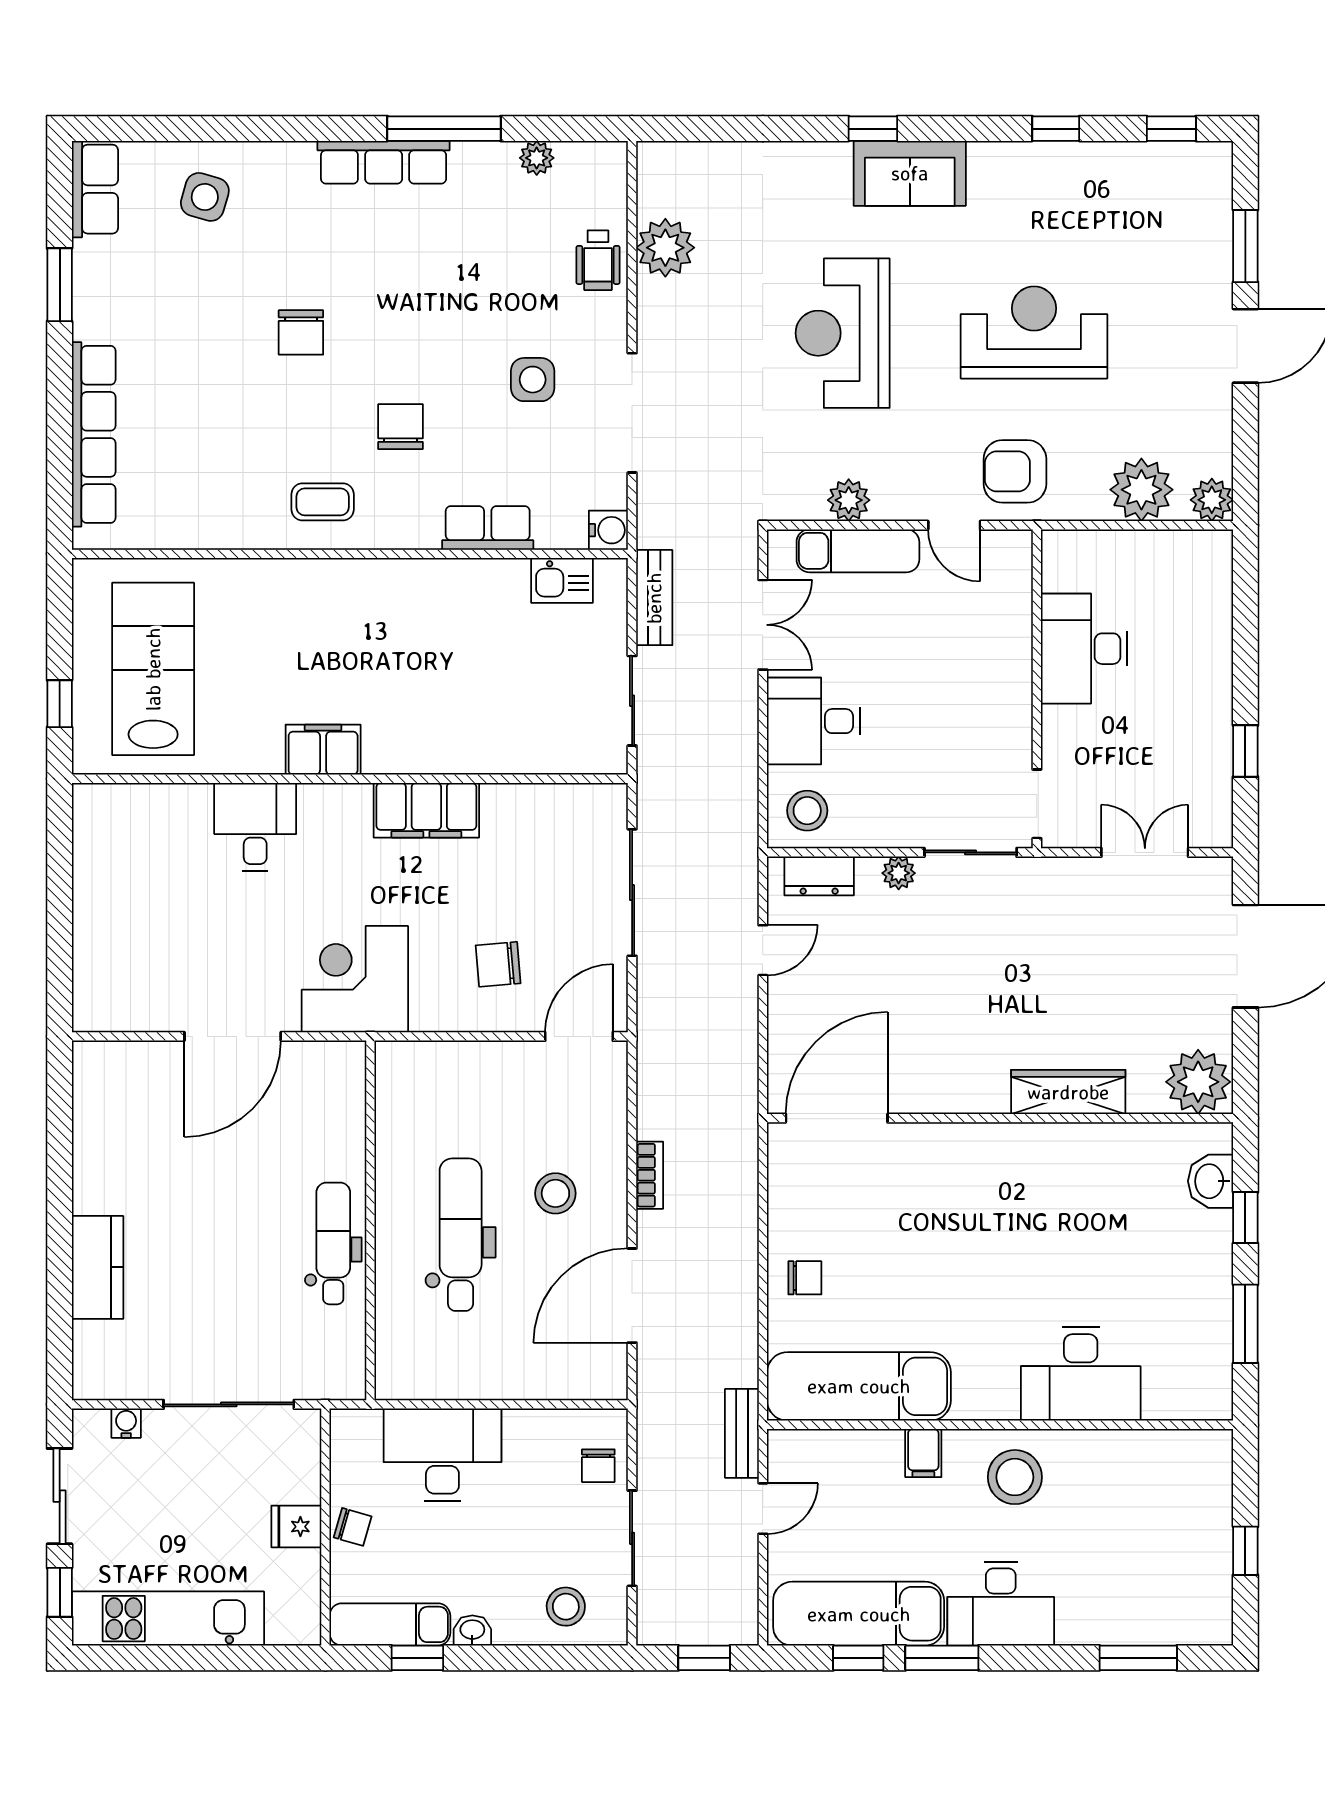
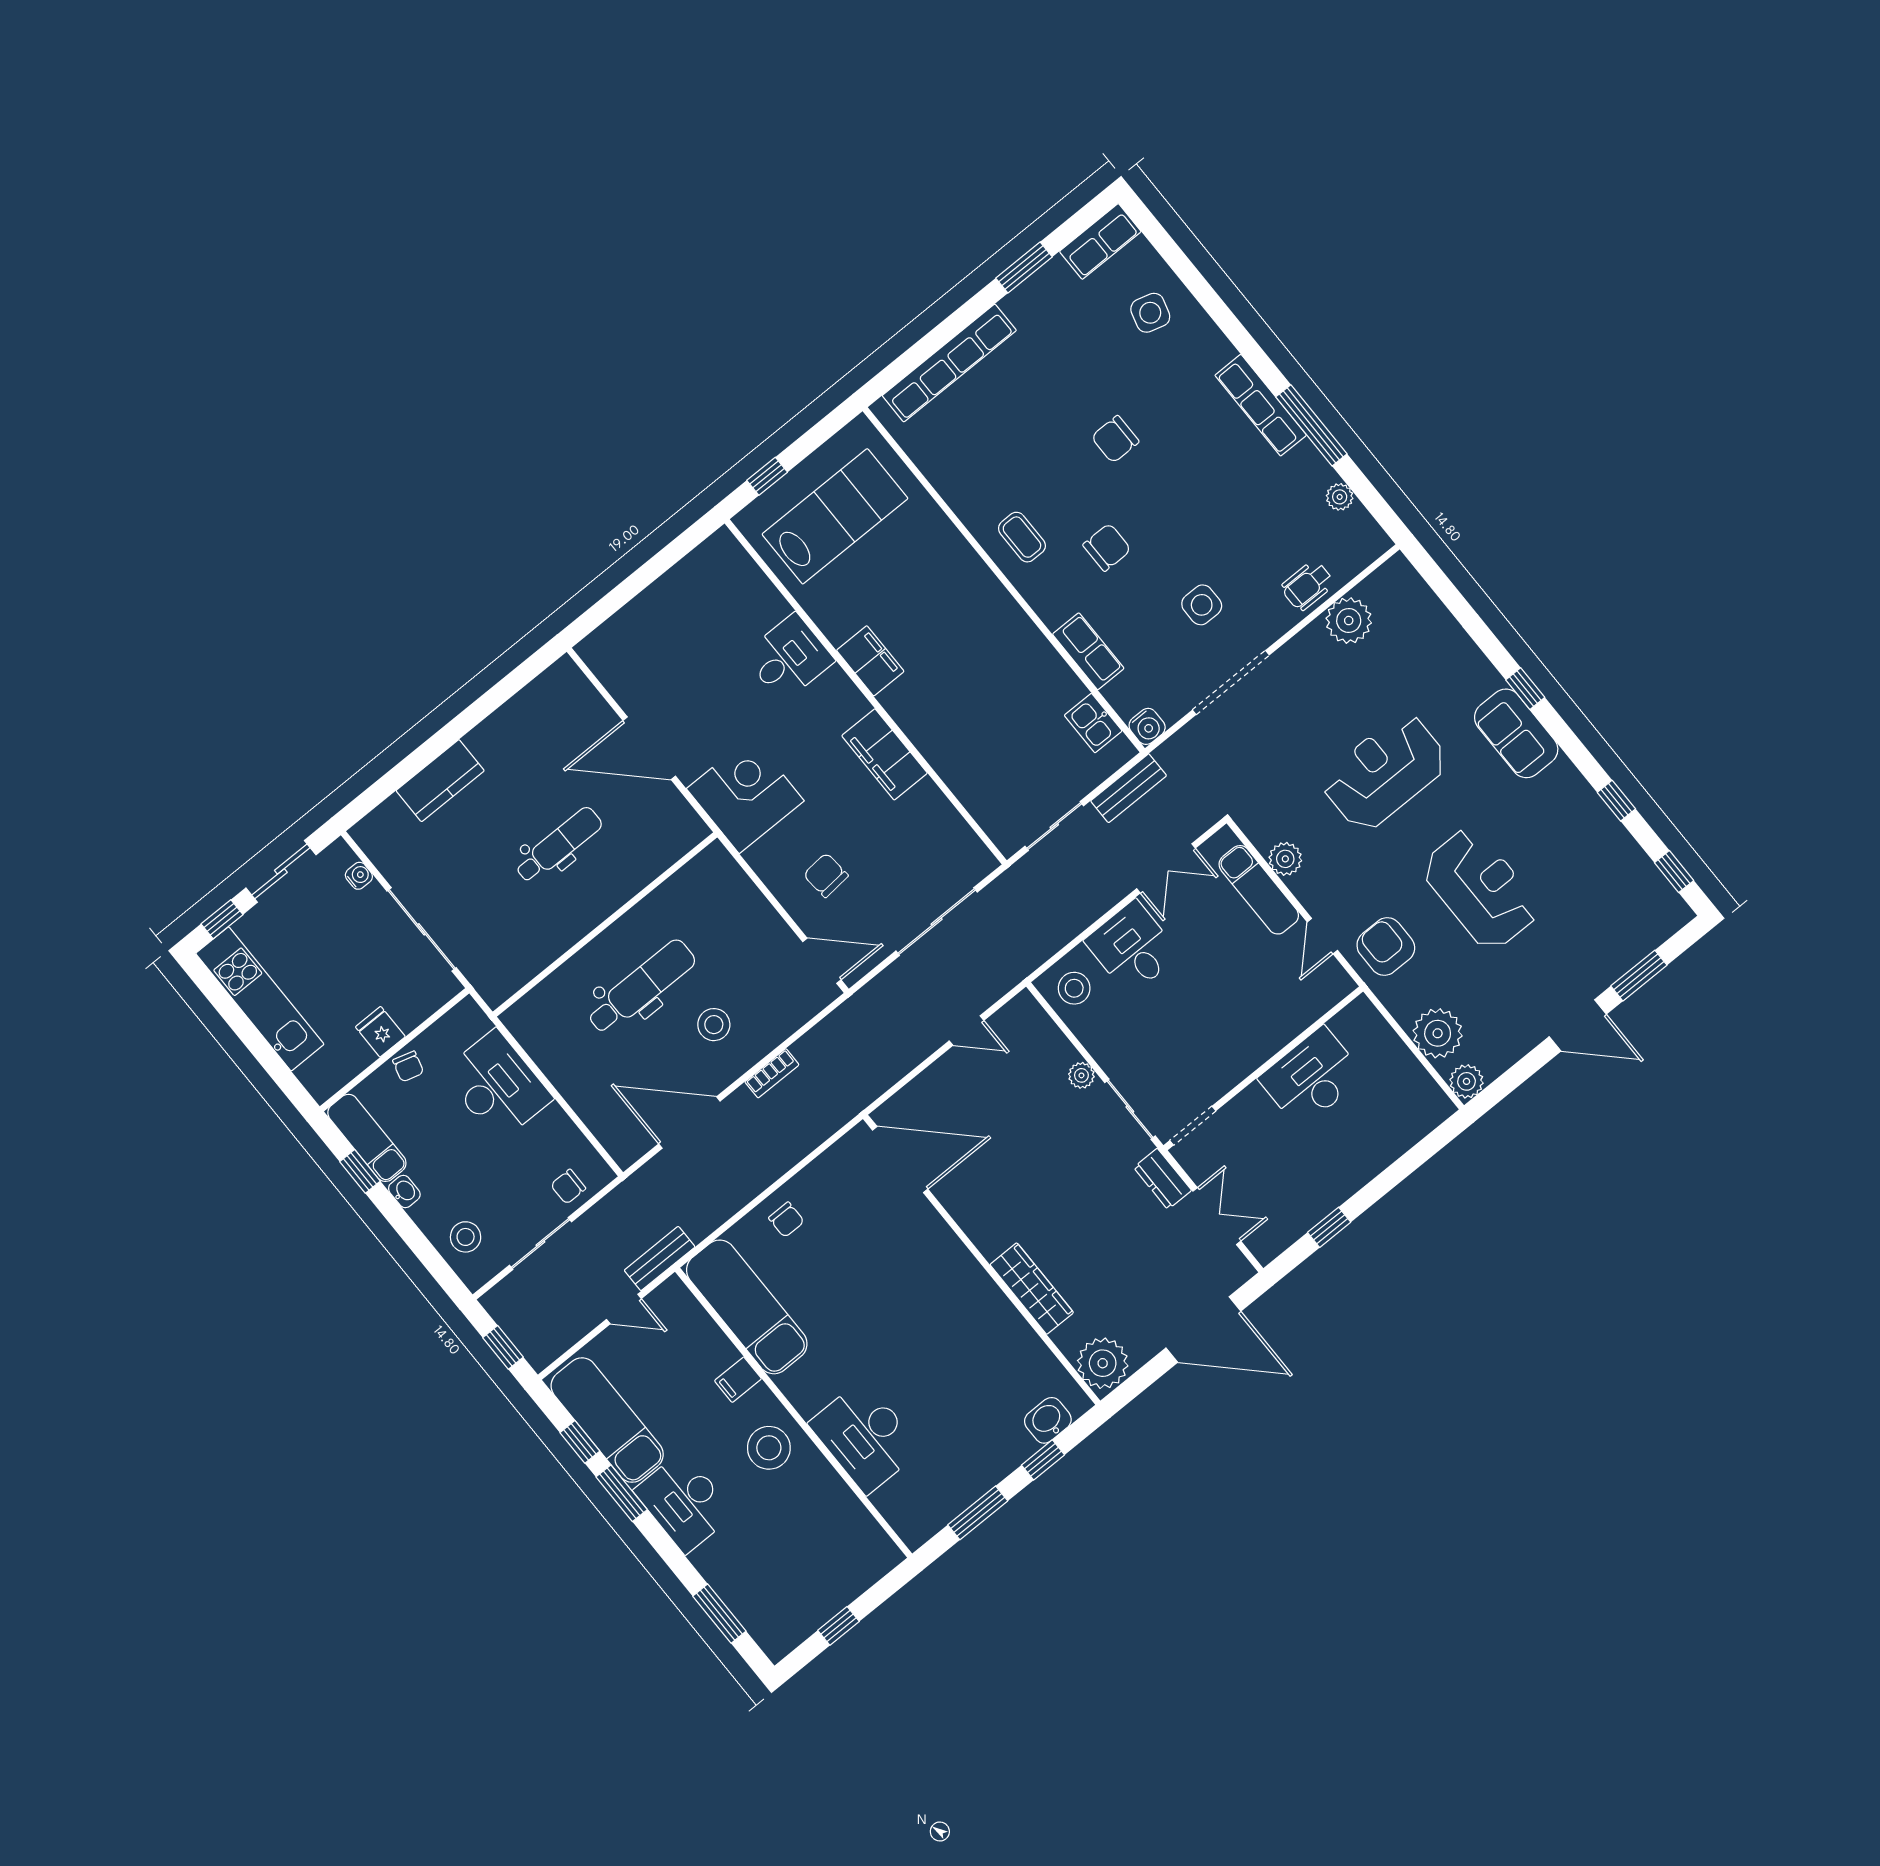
dresser: (819, 876) -> (1163, 1179), moved
dental chair: (333, 1243) -> (559, 845), moved

